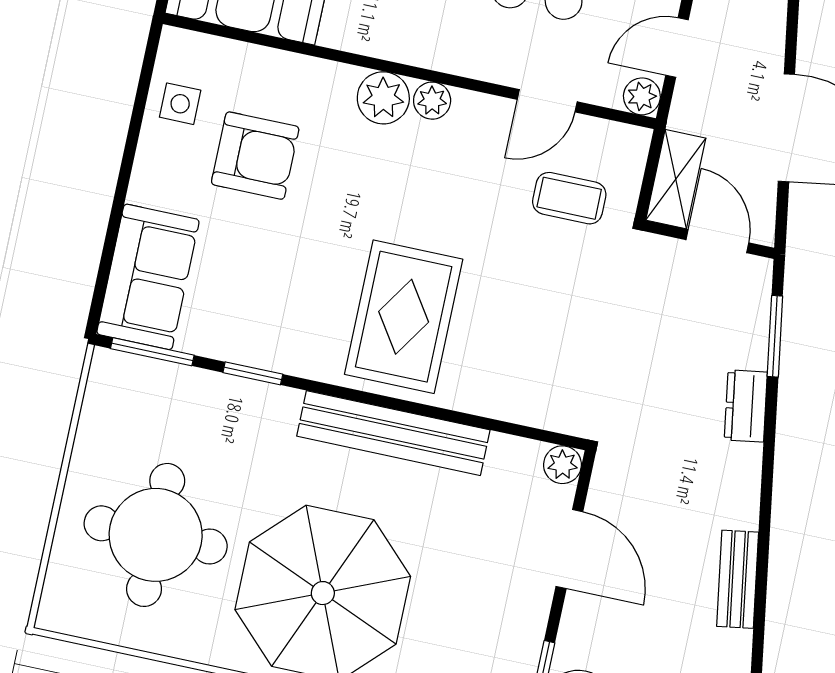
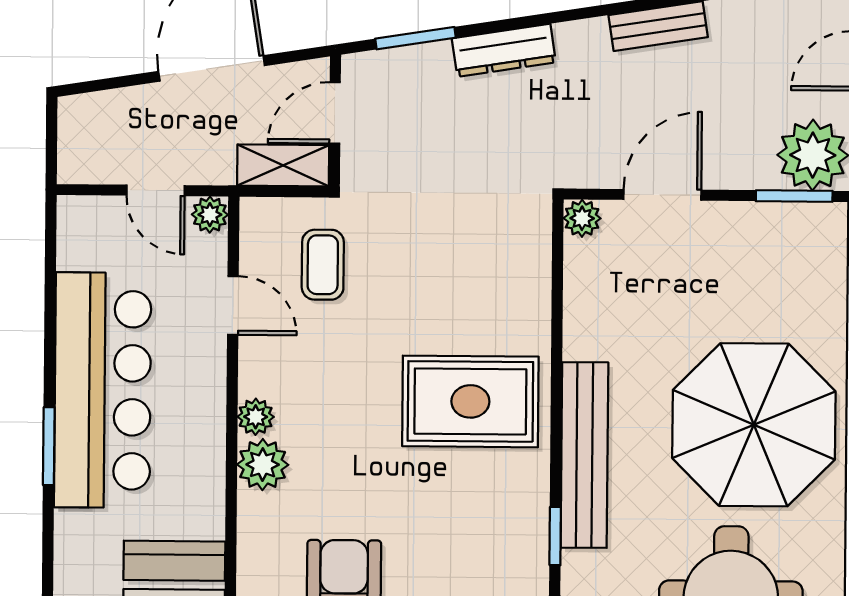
dresser: (746, 406) -> (504, 50), width x1.44
bench: (393, 433) -> (584, 455), moved

